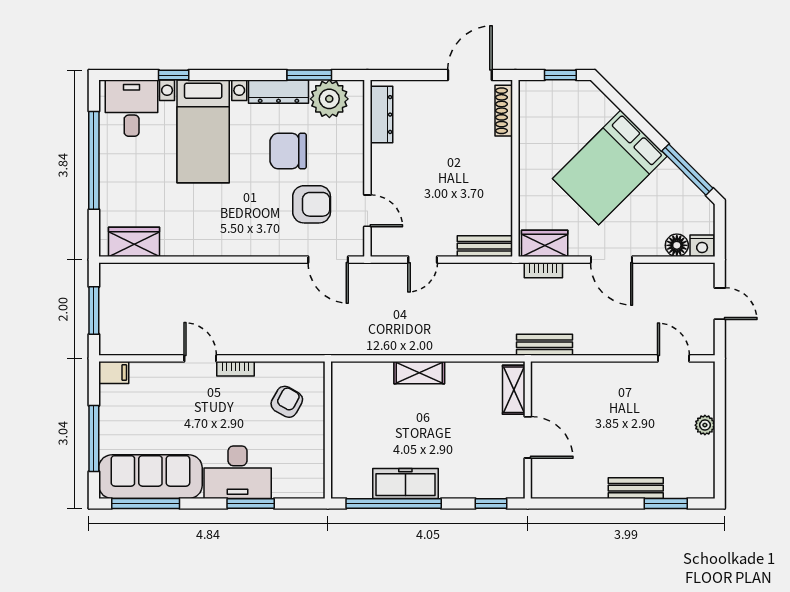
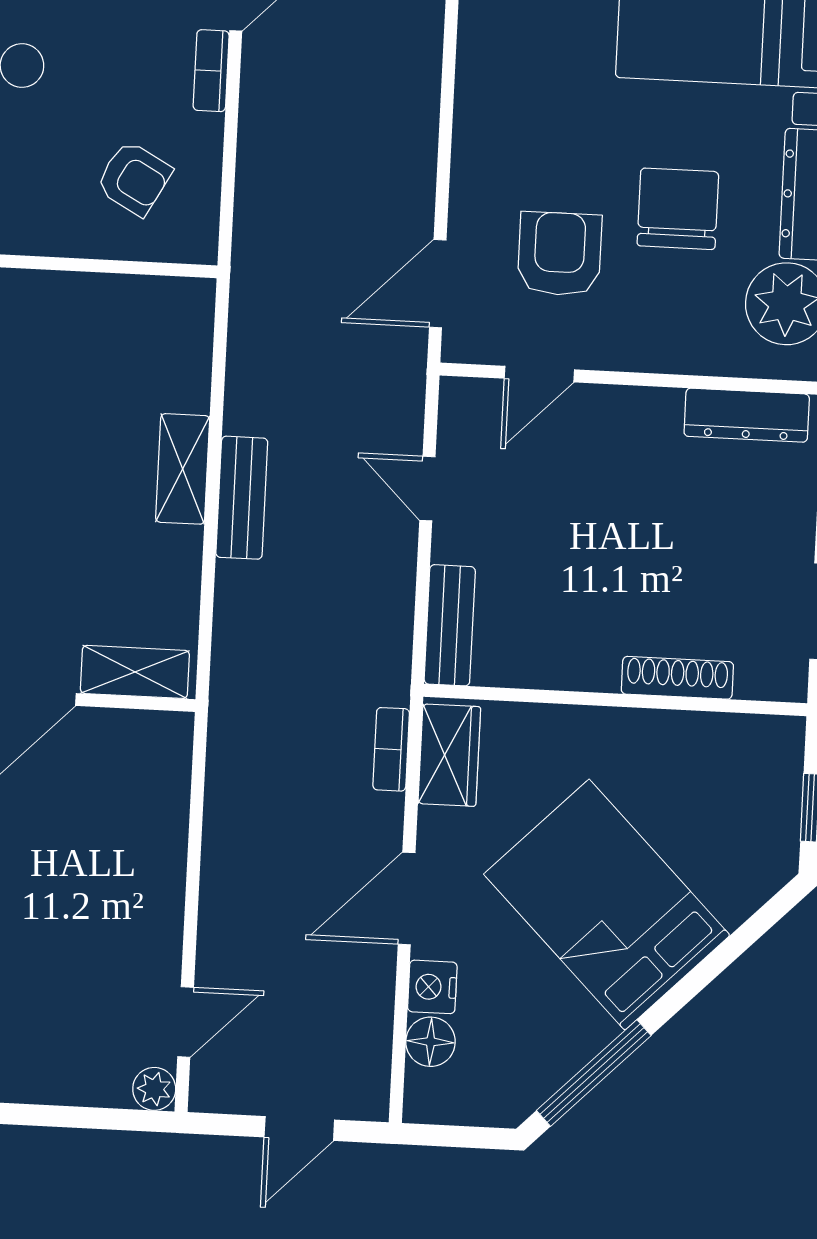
shoe rack: (504, 111) -> (677, 678), moved
armchair: (312, 204) -> (560, 254), turned 180
nightstand: (702, 246) -> (432, 987), moved
bench: (545, 345) -> (242, 498), moved
plant: (705, 425) -> (154, 1089), moved

